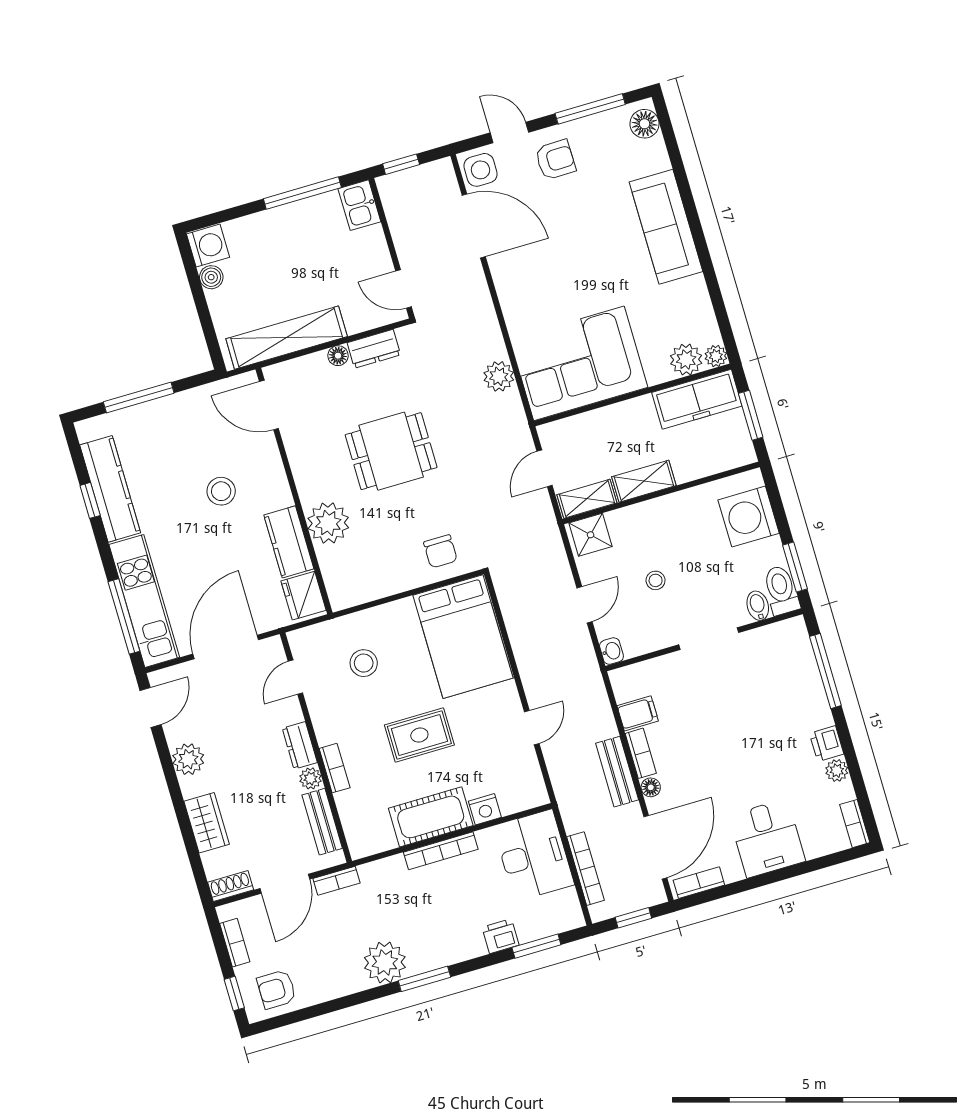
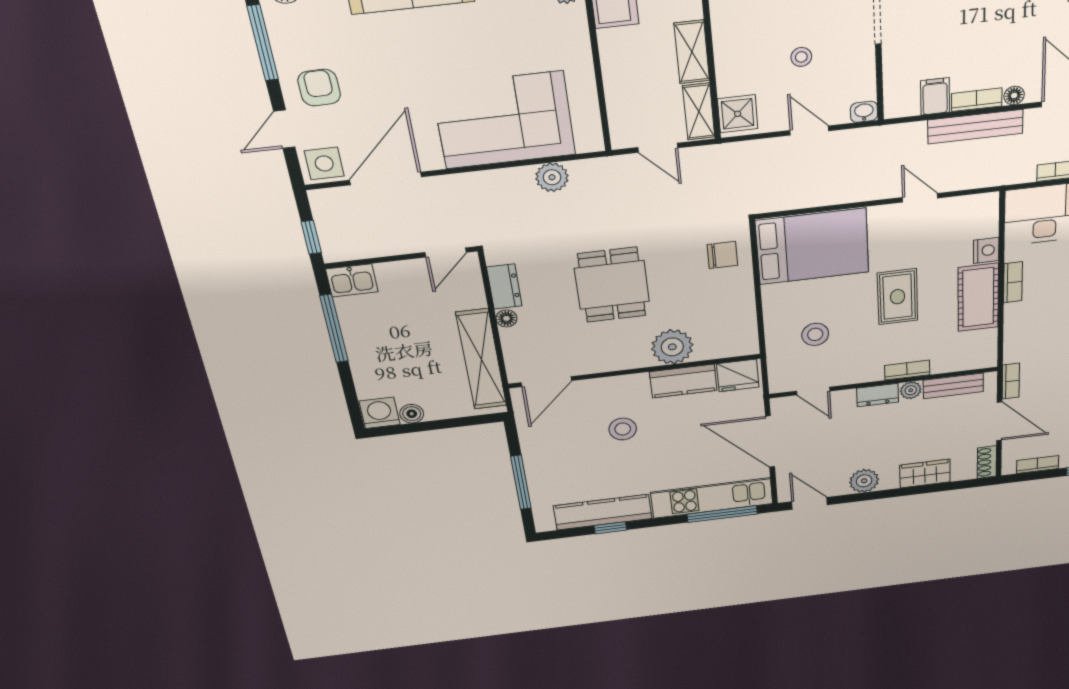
corner sofa: (579, 363) -> (504, 120), moved, turned 90
bench: (617, 772) -> (975, 127), width x1.36
bookcase: (441, 851) -> (1013, 282), width x0.64

